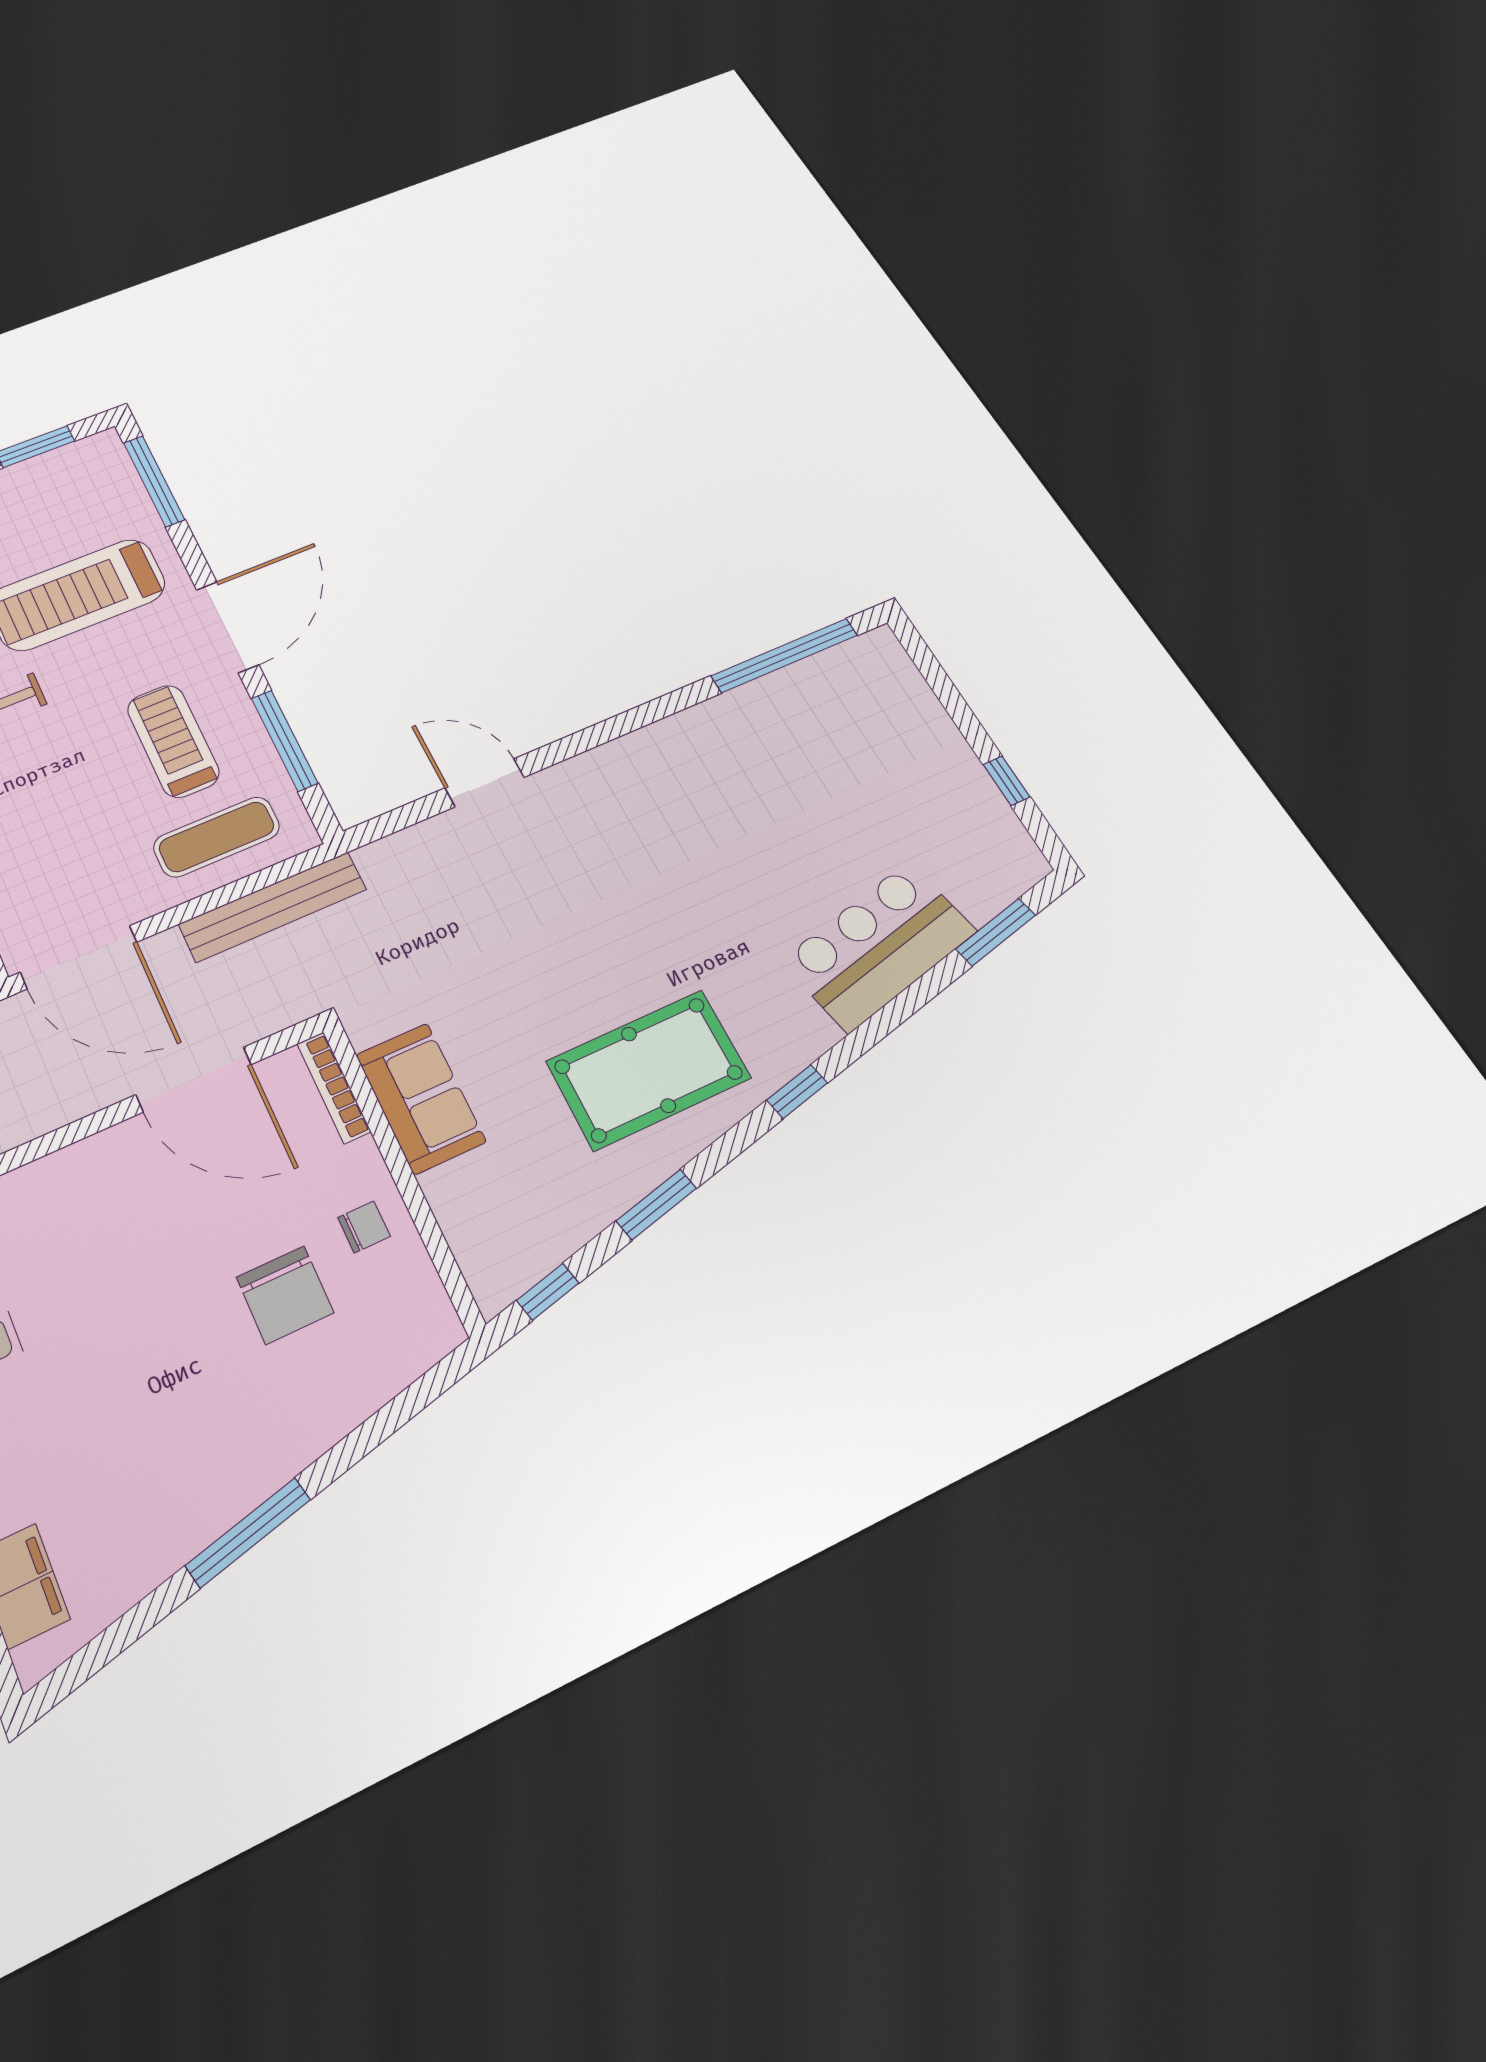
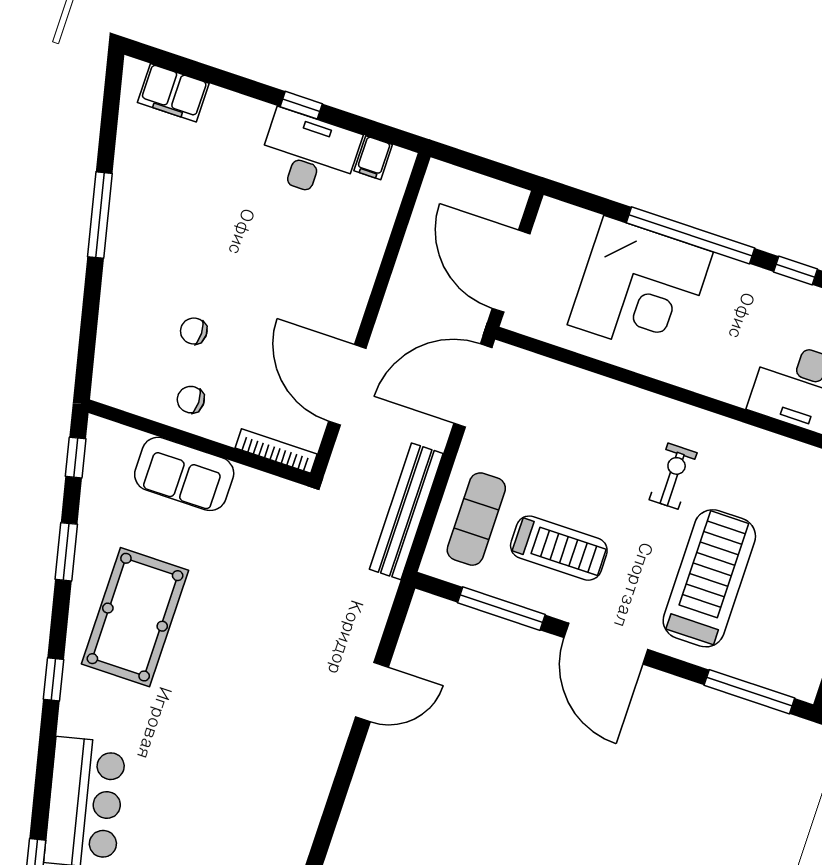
door: (194, 1080) -> (347, 385), hinge flipped
sofa: (421, 1098) -> (184, 474), moved
chair: (364, 1227) -> (191, 400), turned 90
chair: (285, 1295) -> (194, 331), width x0.54, depth x0.54

